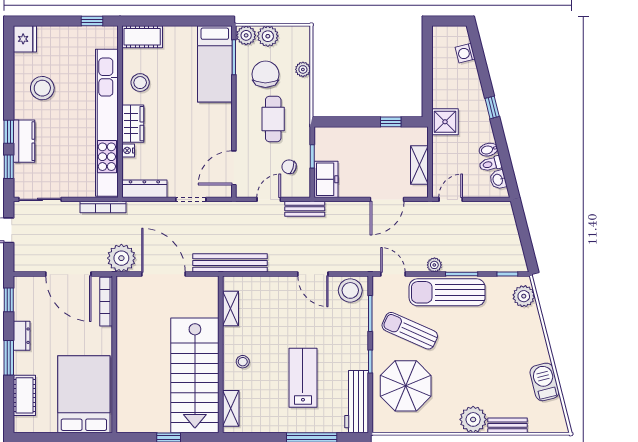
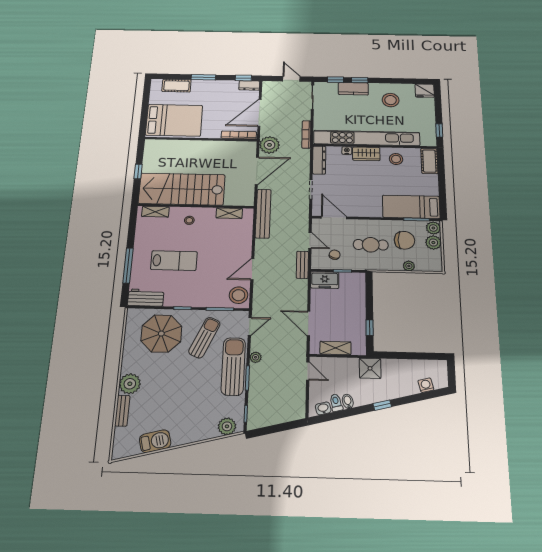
dresser: (22, 336) -> (249, 85), moved
workbench: (357, 402) -> (146, 298), width x0.73

